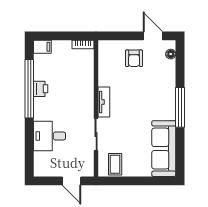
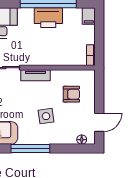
armchair: (134, 58) -> (71, 94), moved, turned 180
printer: (41, 89) -> (48, 18), width x1.87, depth x1.48
side table: (146, 91) -> (46, 116), added

